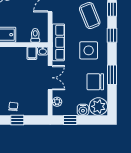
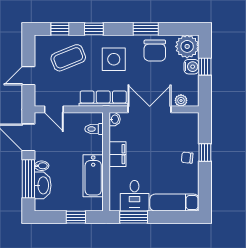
filing cabinet: (32, 53) -> (117, 154), moved, width x2.00
double door: (50, 78) -> (150, 109), width x1.37
window: (70, 120) -> (205, 67), moved

